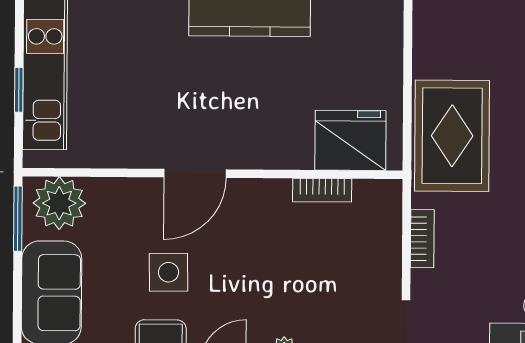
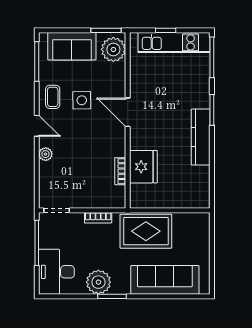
fridge: (350, 140) -> (143, 167), moved

